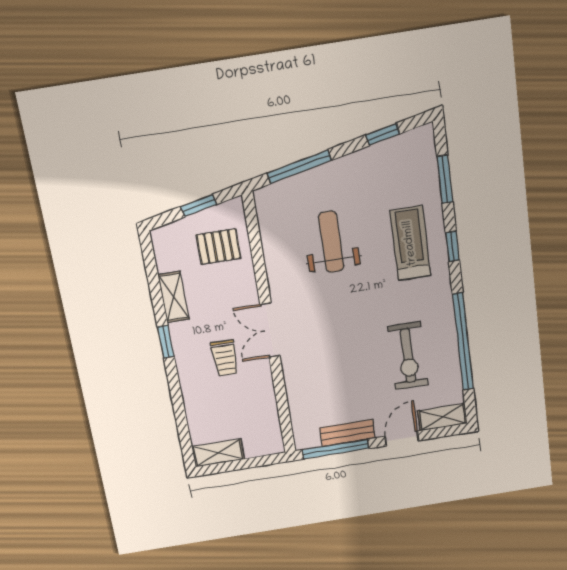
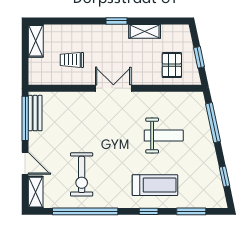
exercise bike: (408, 356) -> (82, 174), turned -90
trolley: (225, 358) -> (72, 60), moved
bench: (347, 433) -> (35, 113), moved

